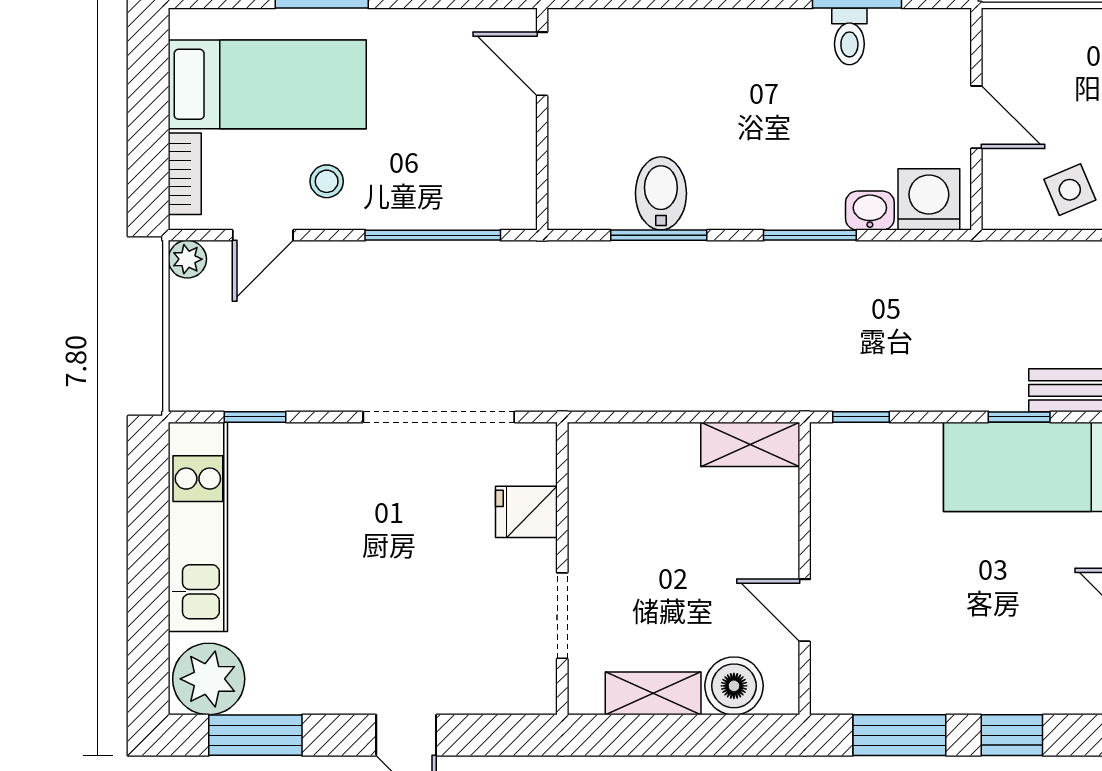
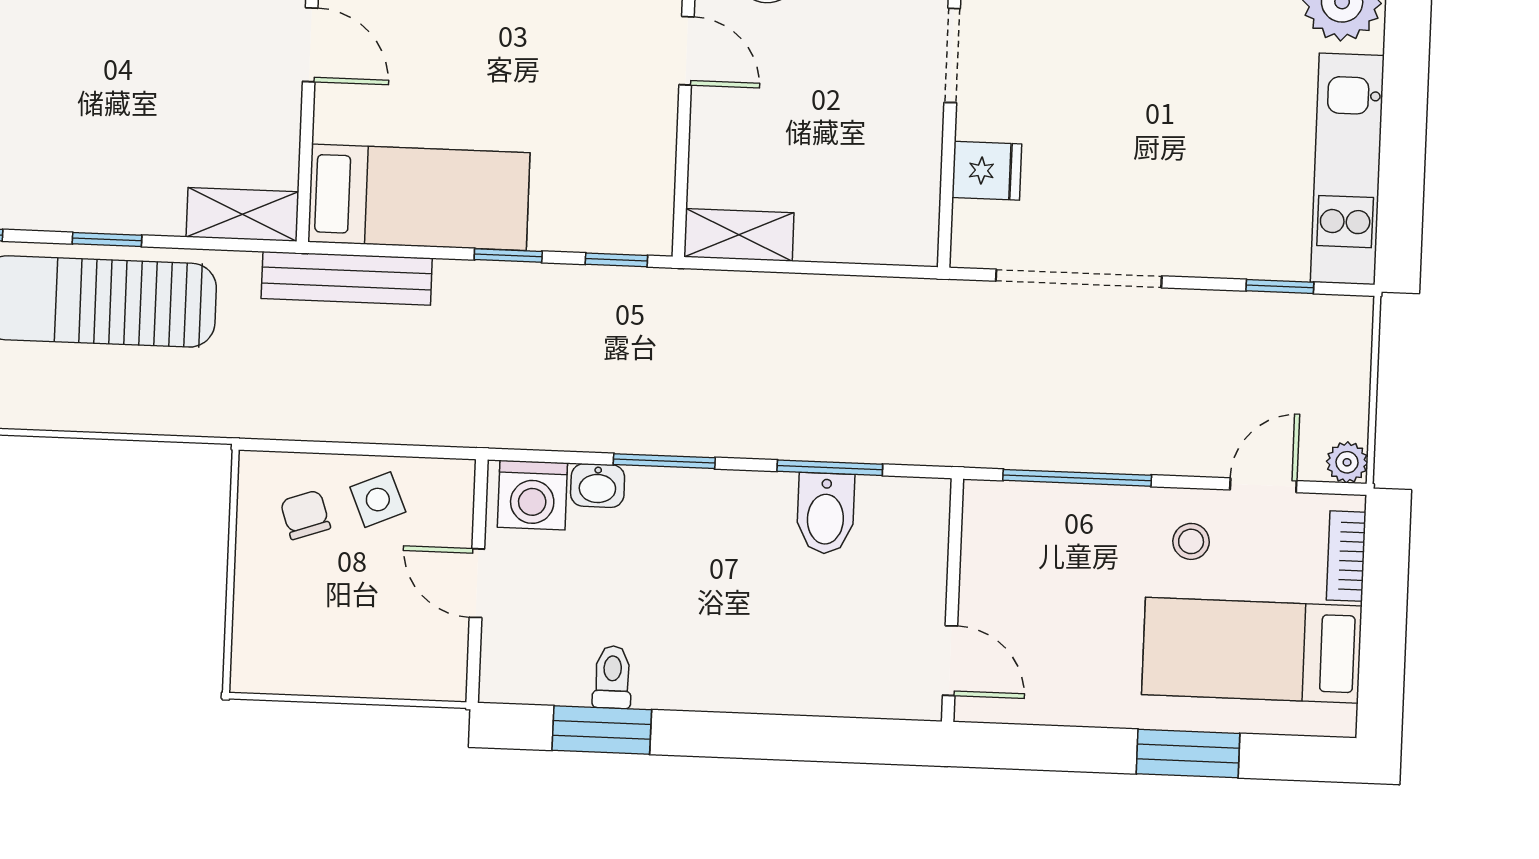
window: (1019, 417) -> (508, 256), moved

